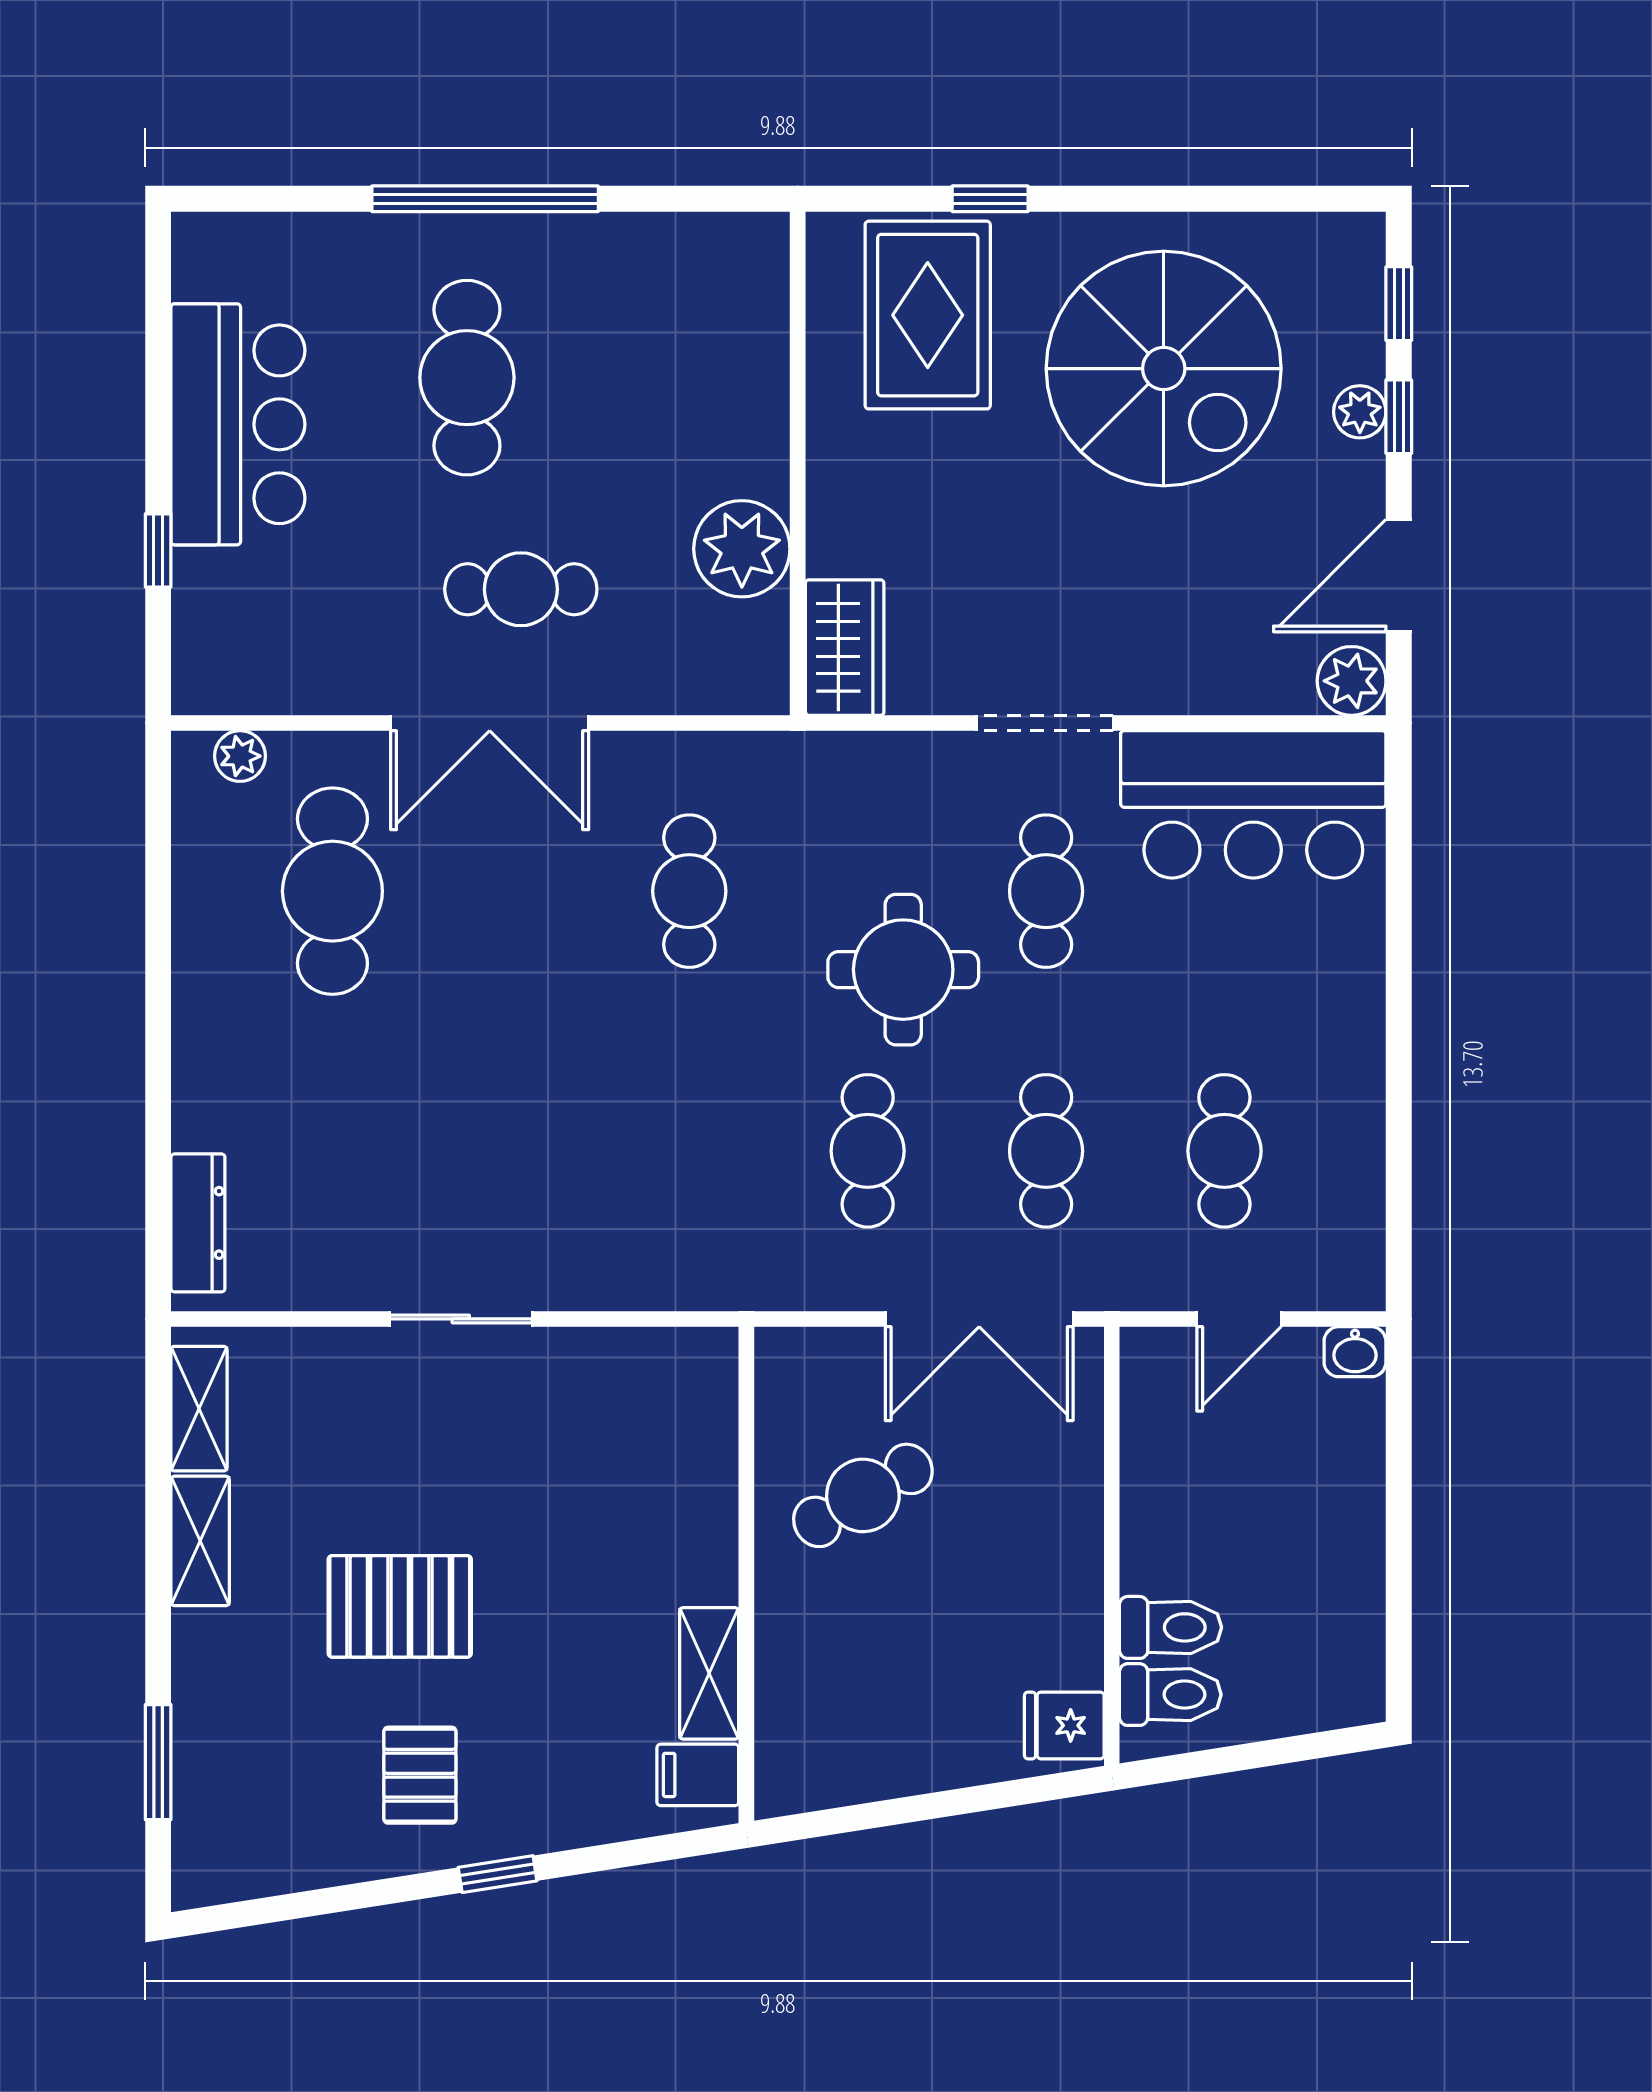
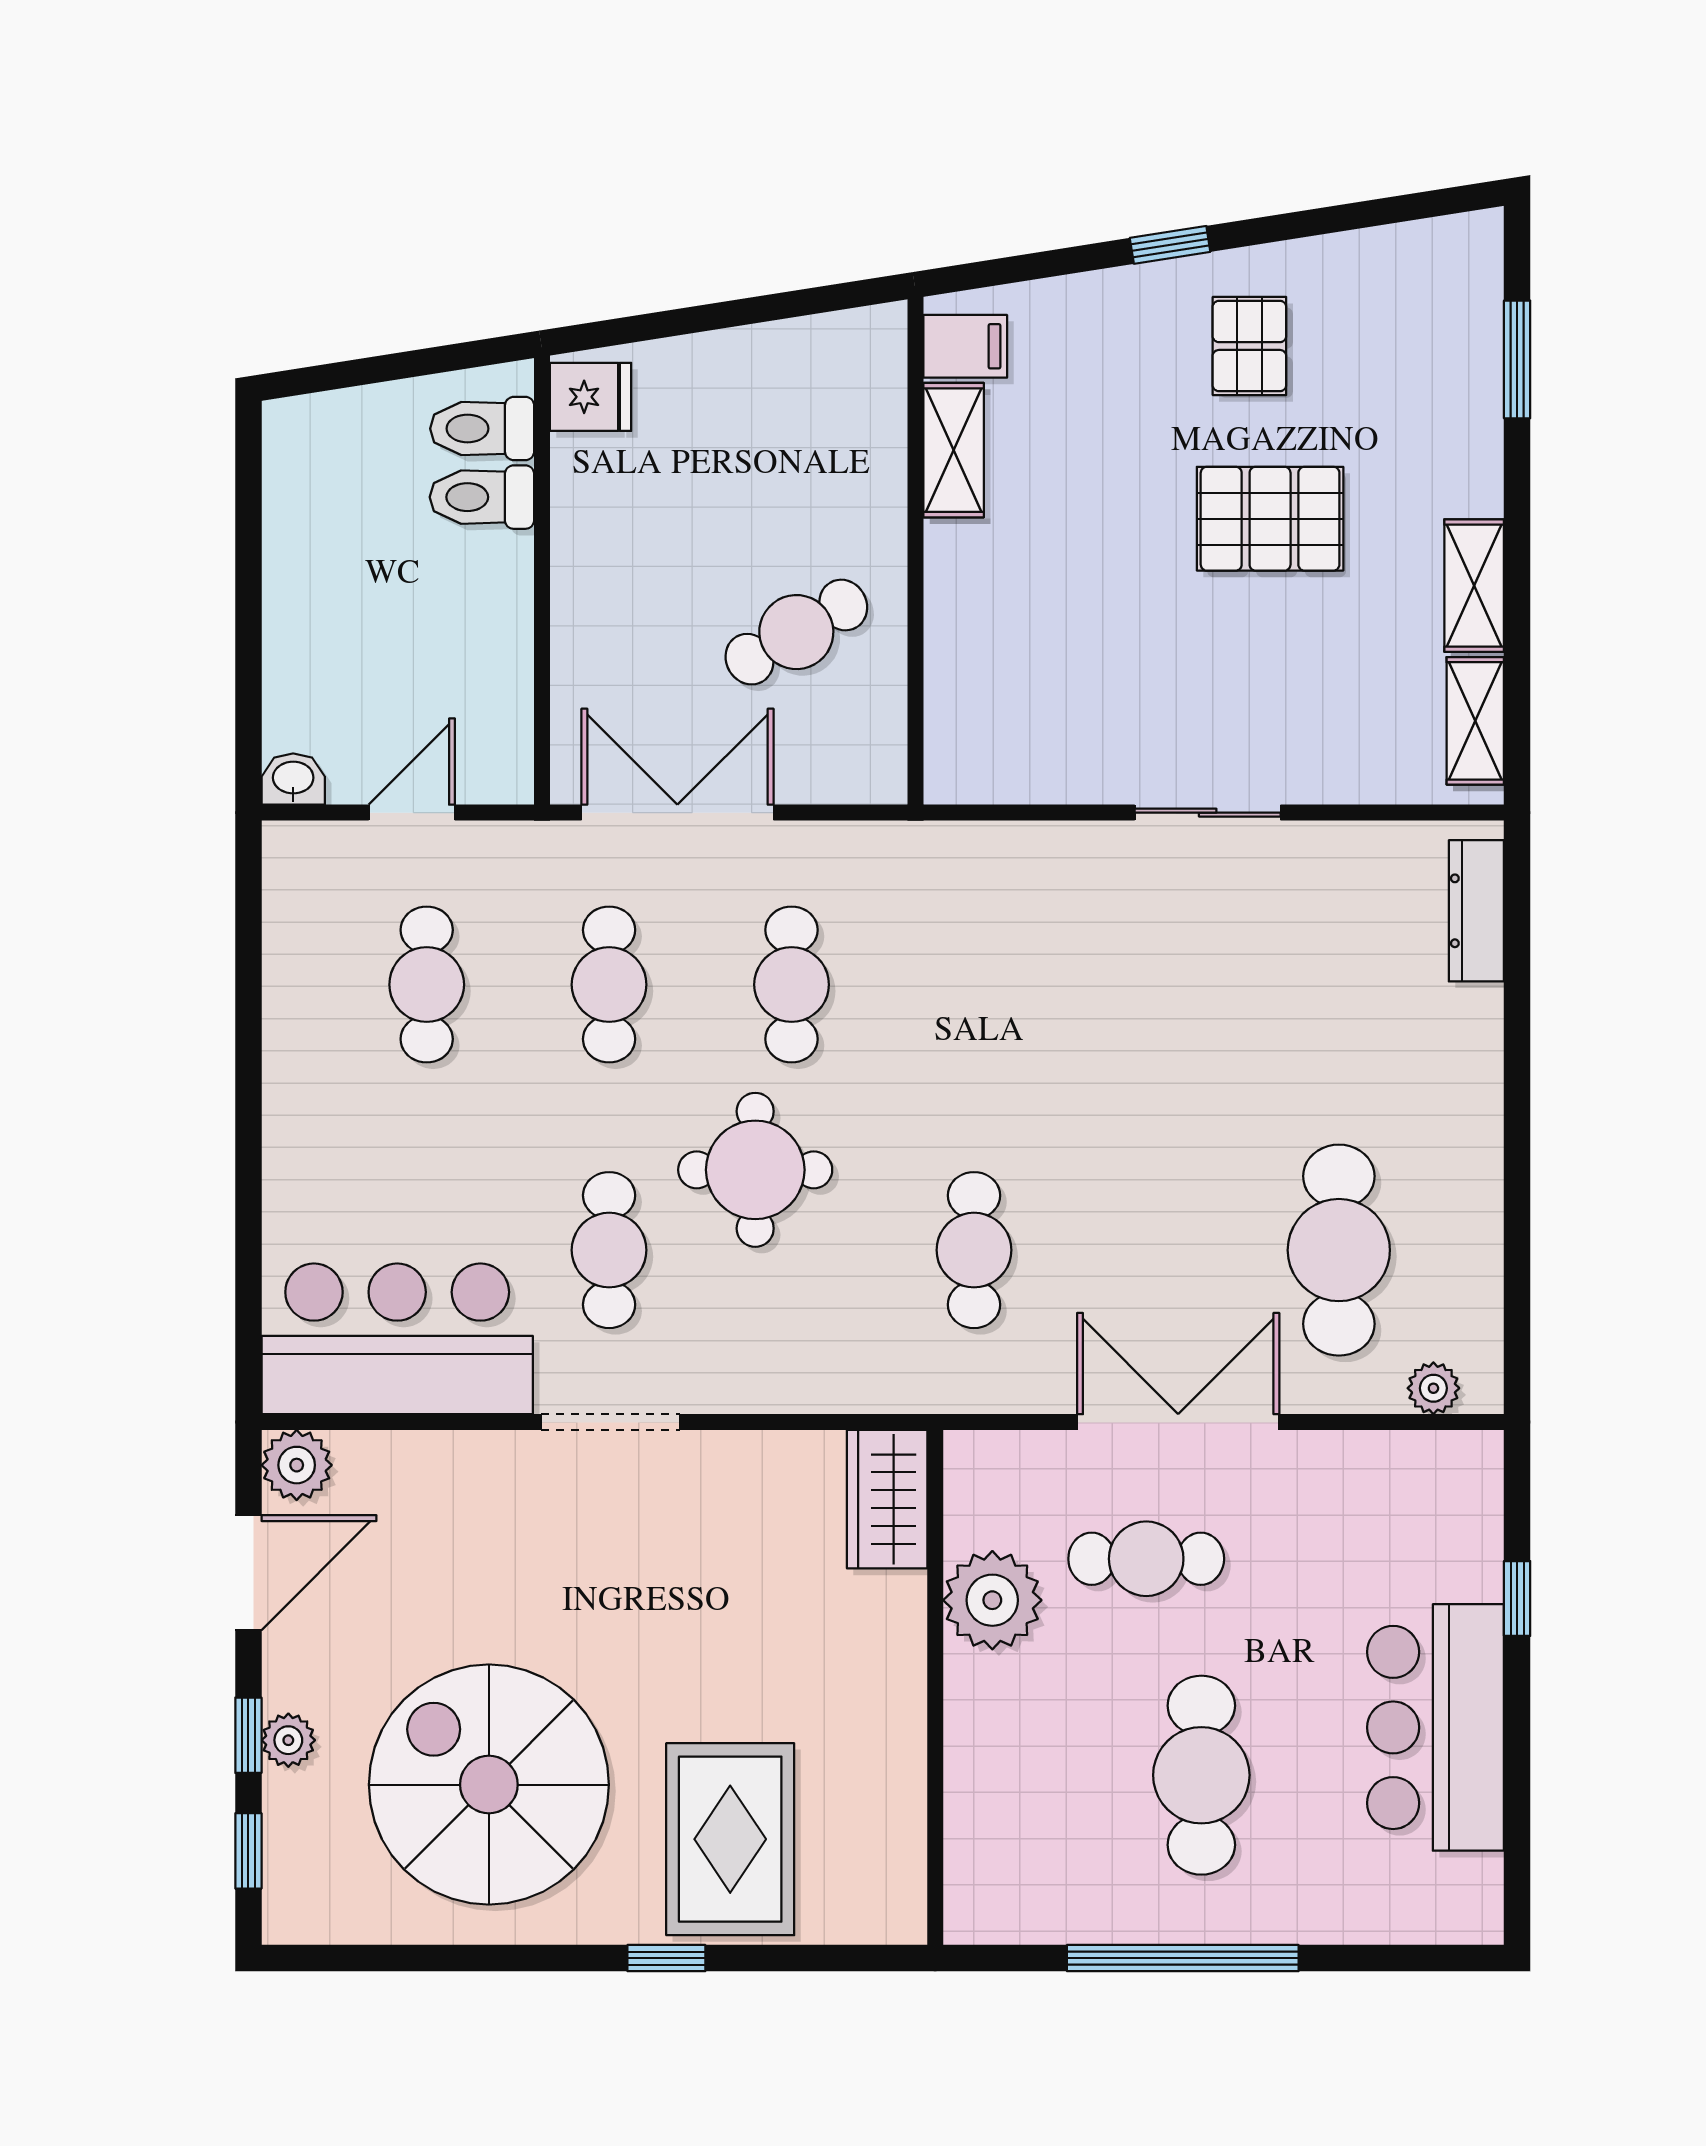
wall: (798, 463) -> (935, 1687), moved
plant: (742, 549) -> (992, 1600), moved
wardrobe: (845, 648) -> (887, 1499), moved

